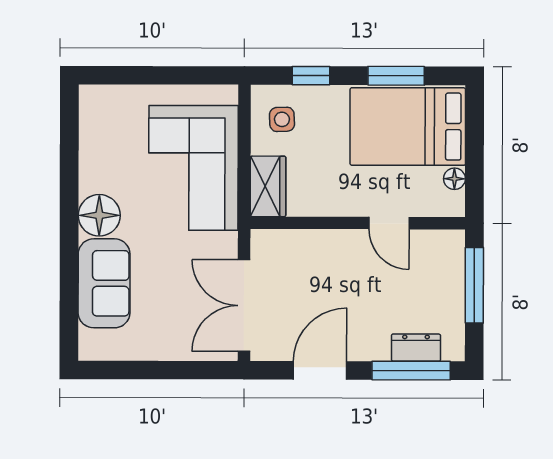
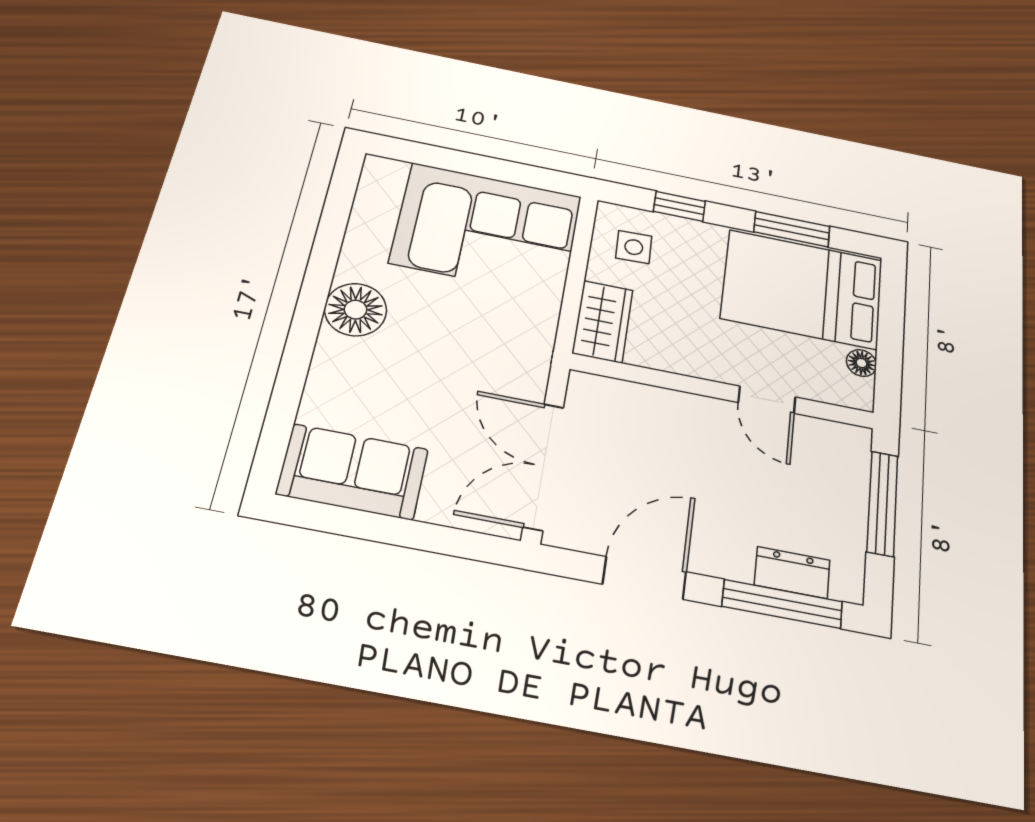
corner sofa: (194, 168) -> (487, 229), moved, turned -90
sofa: (104, 283) -> (353, 472), moved, turned -90

